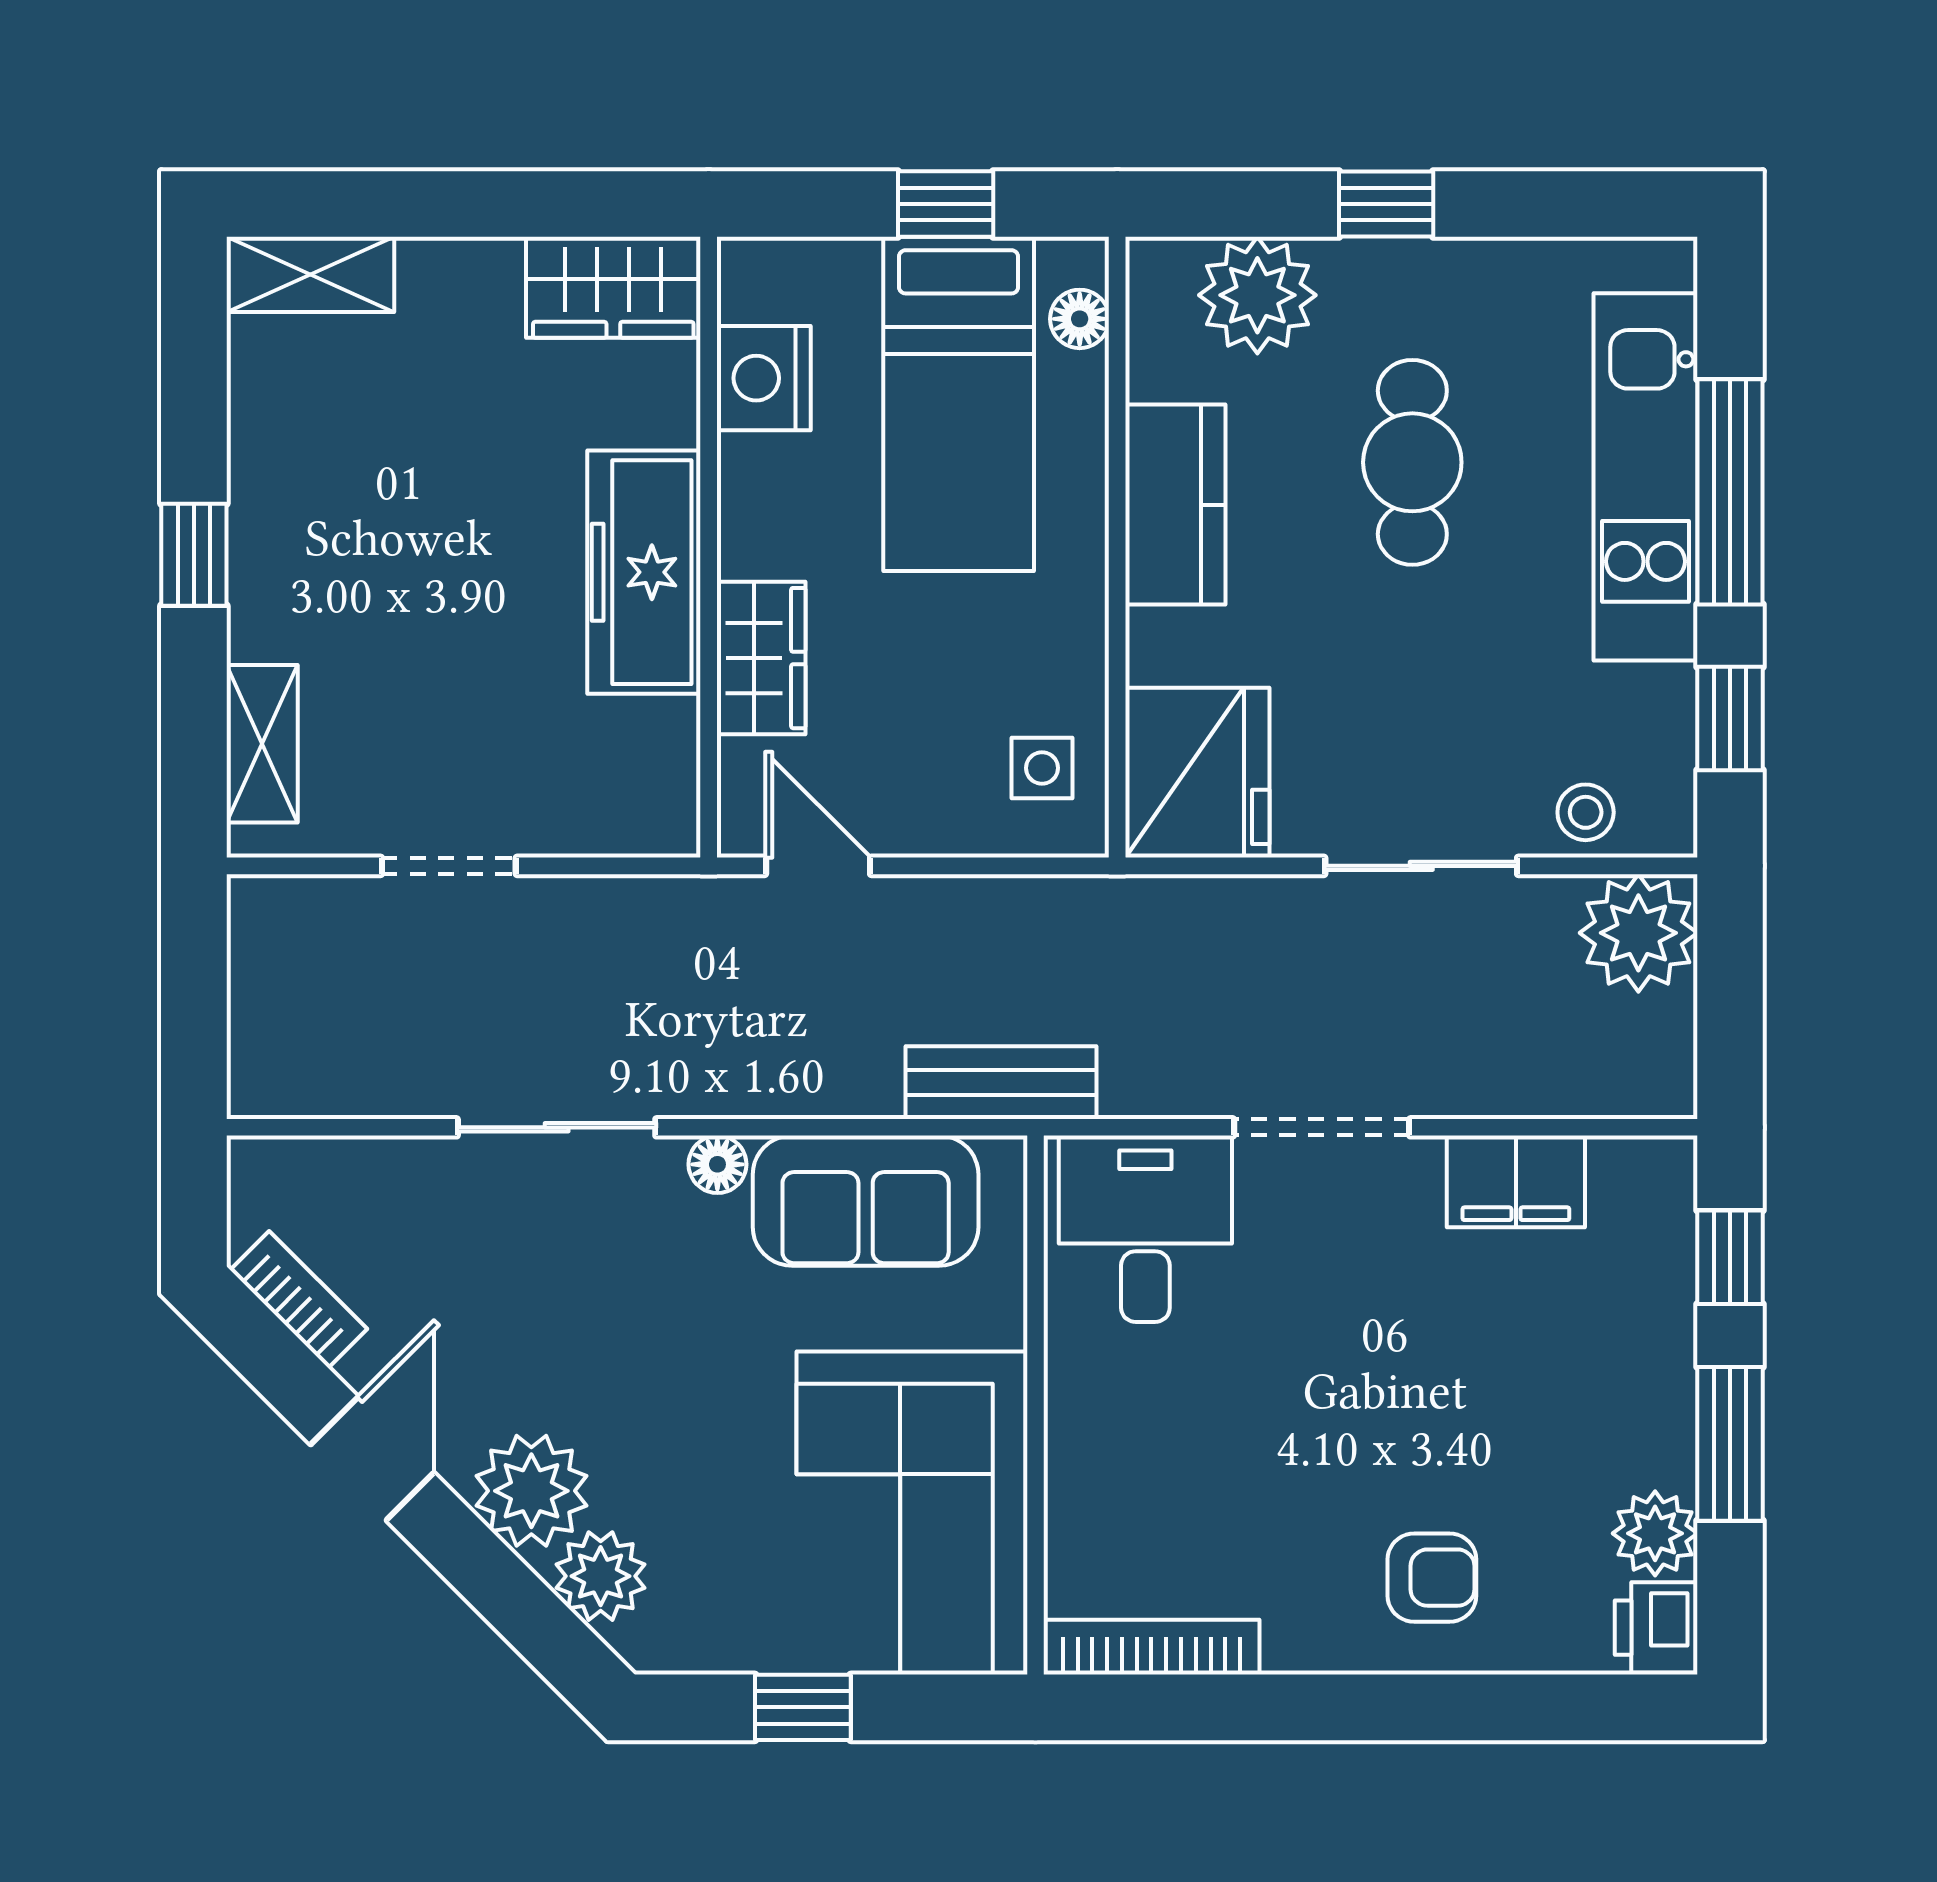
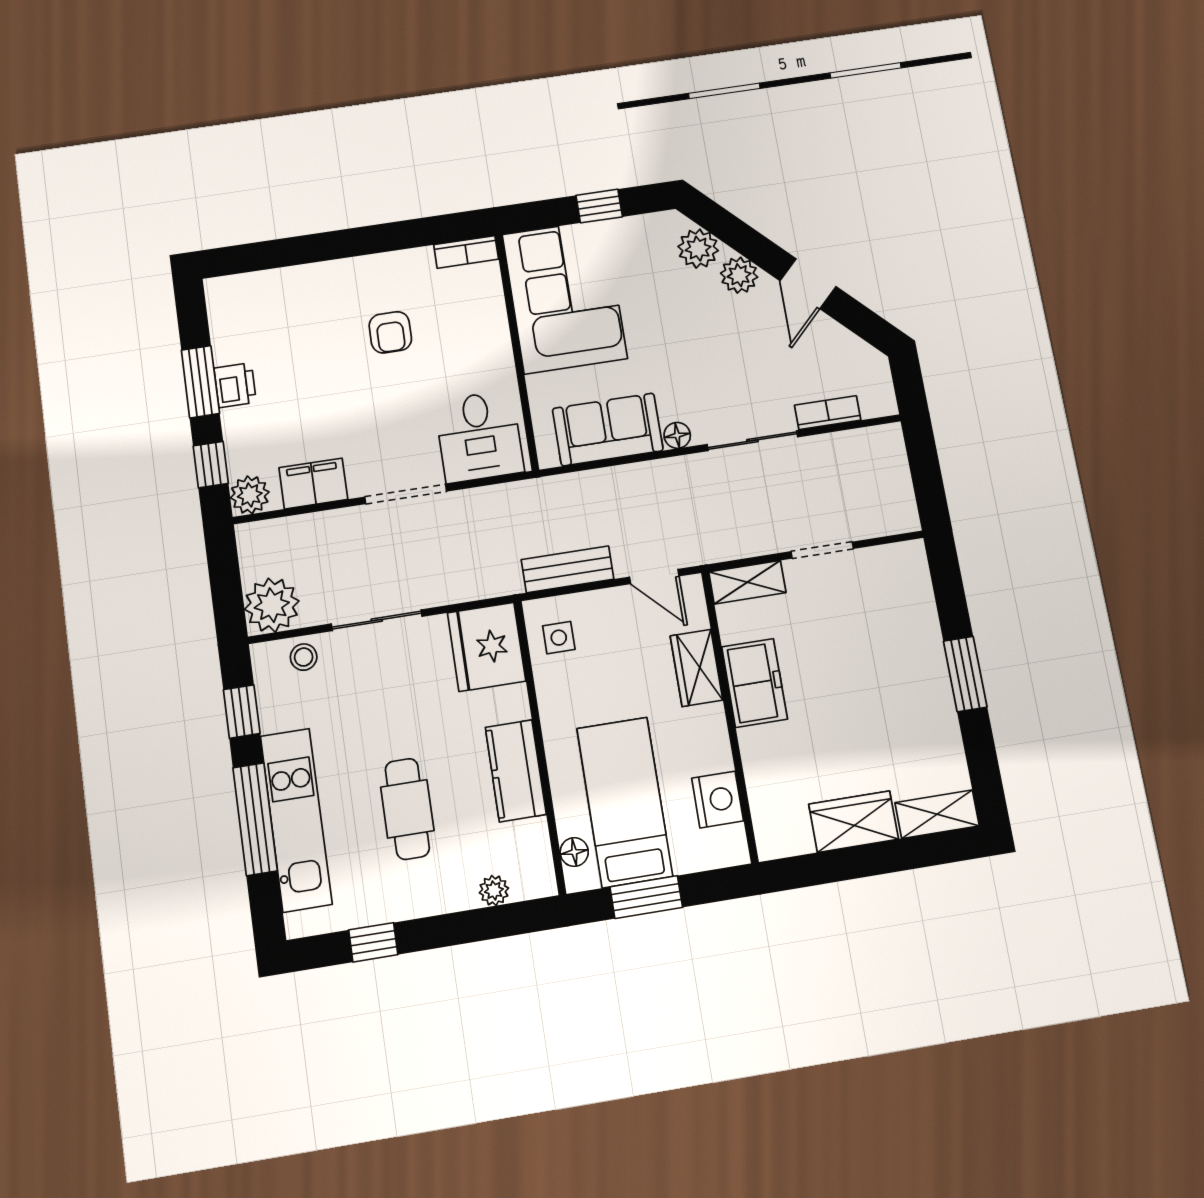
window: (946, 204) -> (646, 897), width x1.50
window: (1386, 204) -> (373, 942), moved
wardrobe: (613, 287) -> (854, 822), moved
plant: (1257, 295) -> (494, 890), width x0.53, depth x0.53
window: (194, 555) -> (965, 674), width x1.50
freezer: (644, 572) -> (755, 683), width x0.71
shelving: (262, 744) -> (747, 582), moved, turned 90
bench: (1001, 1083) -> (568, 569), moved
bookcase: (299, 1299) -> (828, 413), moved, turned 135
plant: (531, 1491) -> (739, 275), width x0.73, depth x0.73
plant: (1655, 1533) -> (250, 495), moved
armchair: (1432, 1578) -> (390, 332), moved, turned -90
printer: (1656, 1628) -> (235, 385), moved
bookcase: (1151, 1647) -> (466, 252), width x0.64

